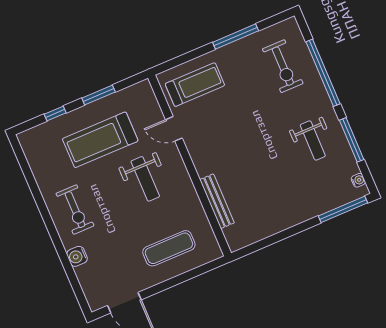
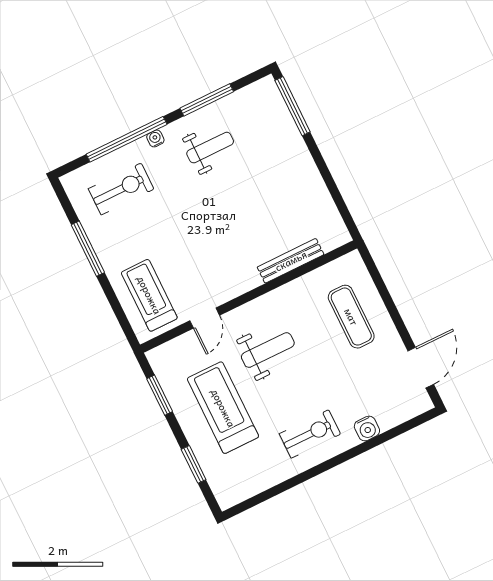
window: (99, 95) -> (160, 395), moved
window: (55, 113) -> (194, 464), width x1.50
treadmill: (100, 140) -> (223, 408), turned 180
water cooler: (358, 180) -> (155, 138), moved

